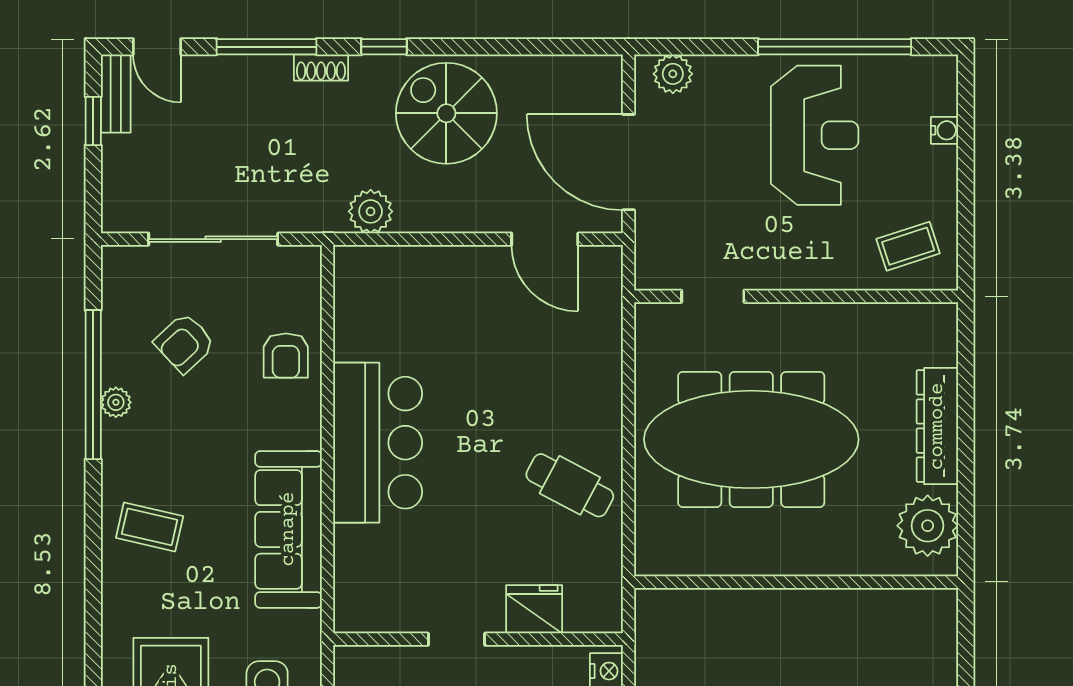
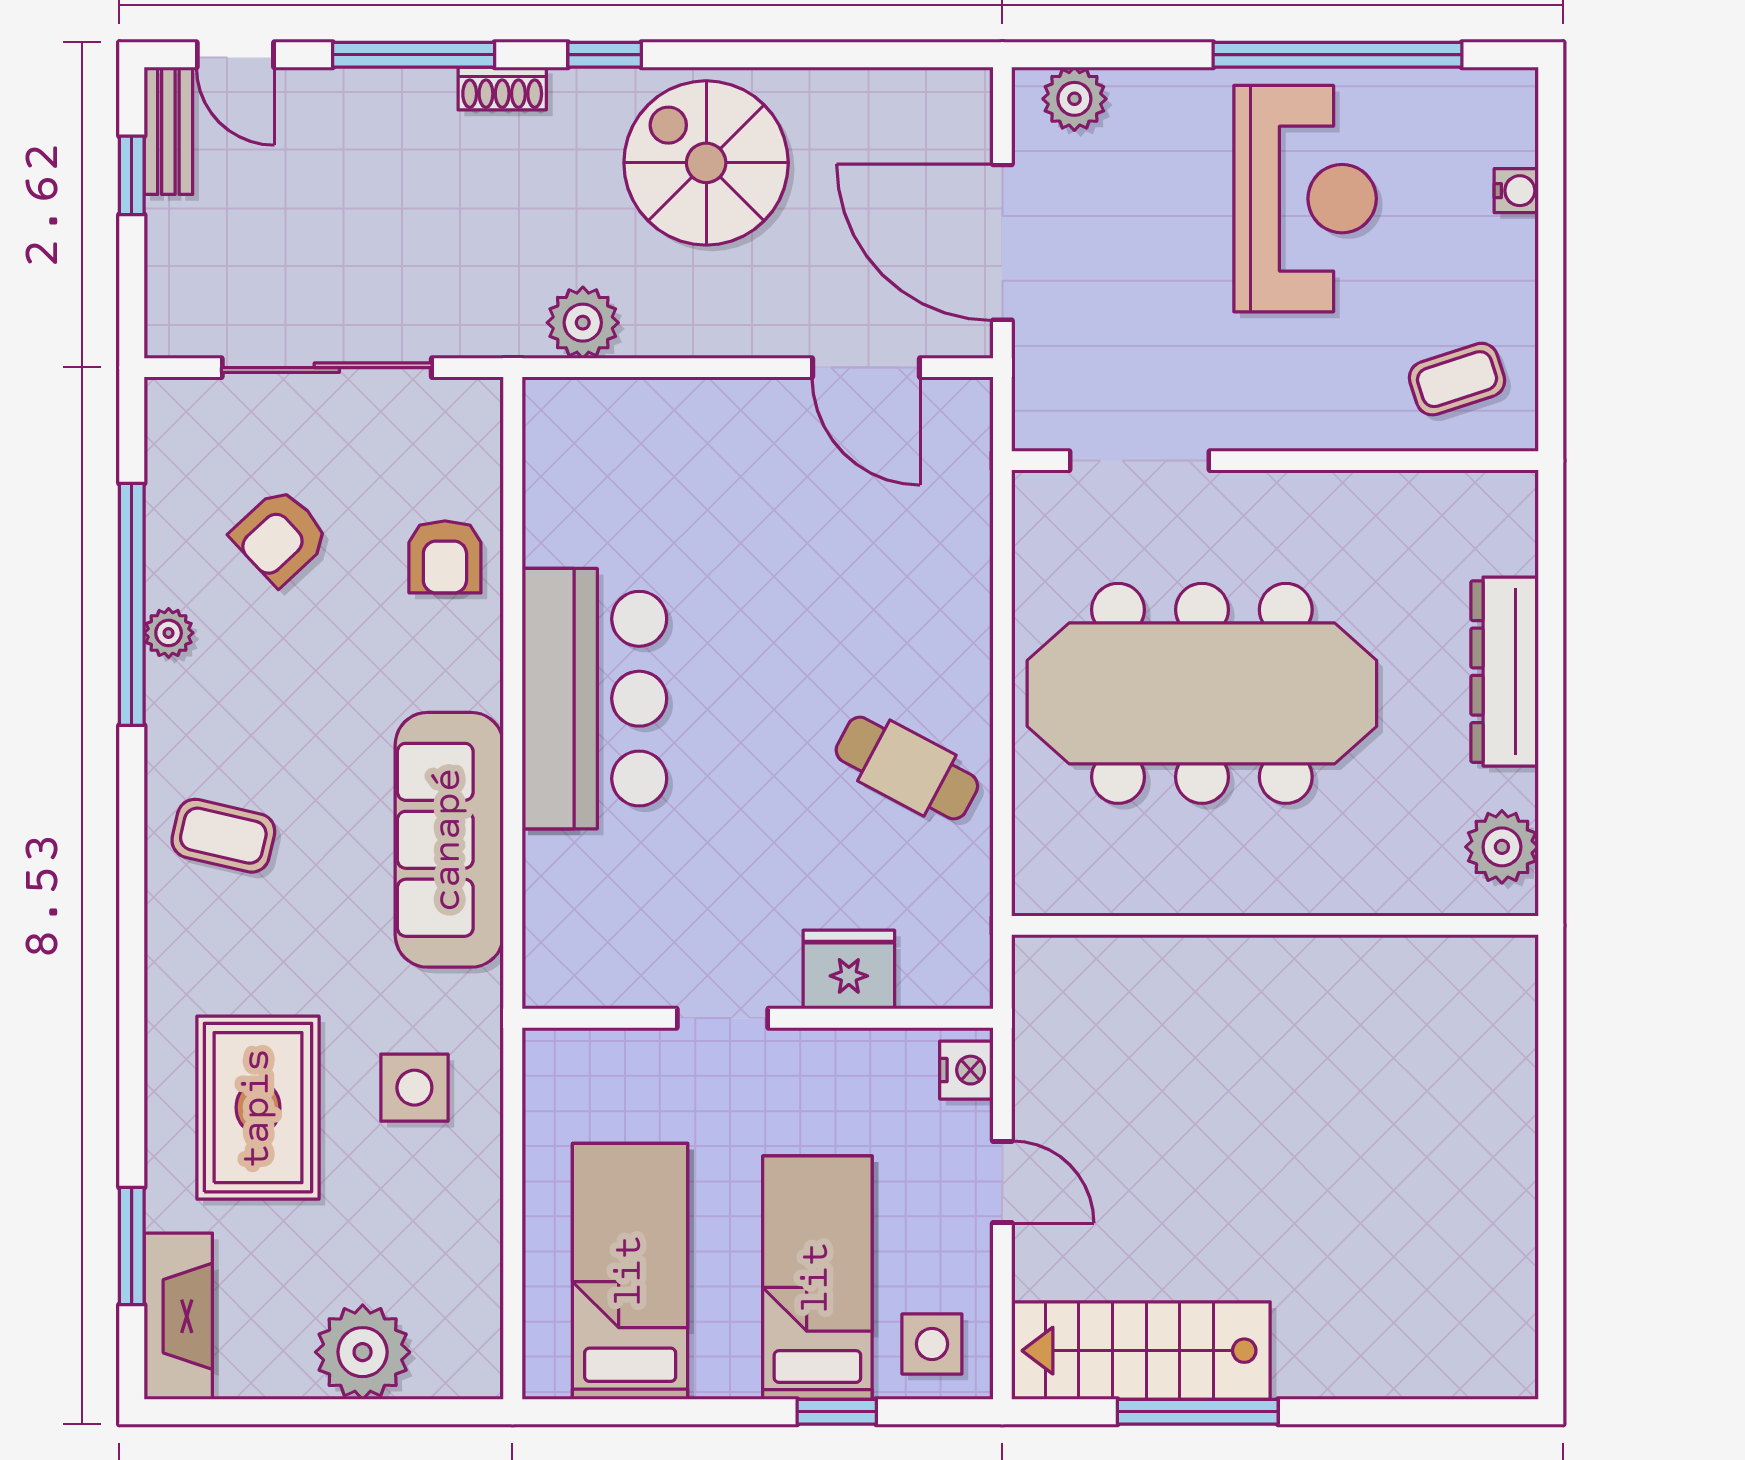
doorway: (713, 296) -> (1139, 461), width x1.38
plant: (928, 526) -> (1502, 847), width x0.73, depth x0.73

